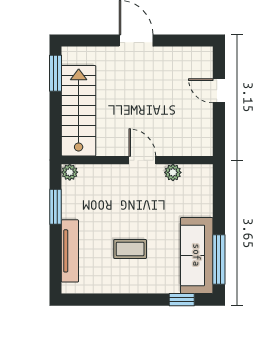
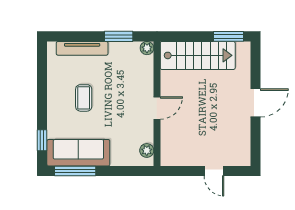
door: (219, 91) -> (214, 171), swing flipped
plant: (173, 172) -> (147, 150), moved

